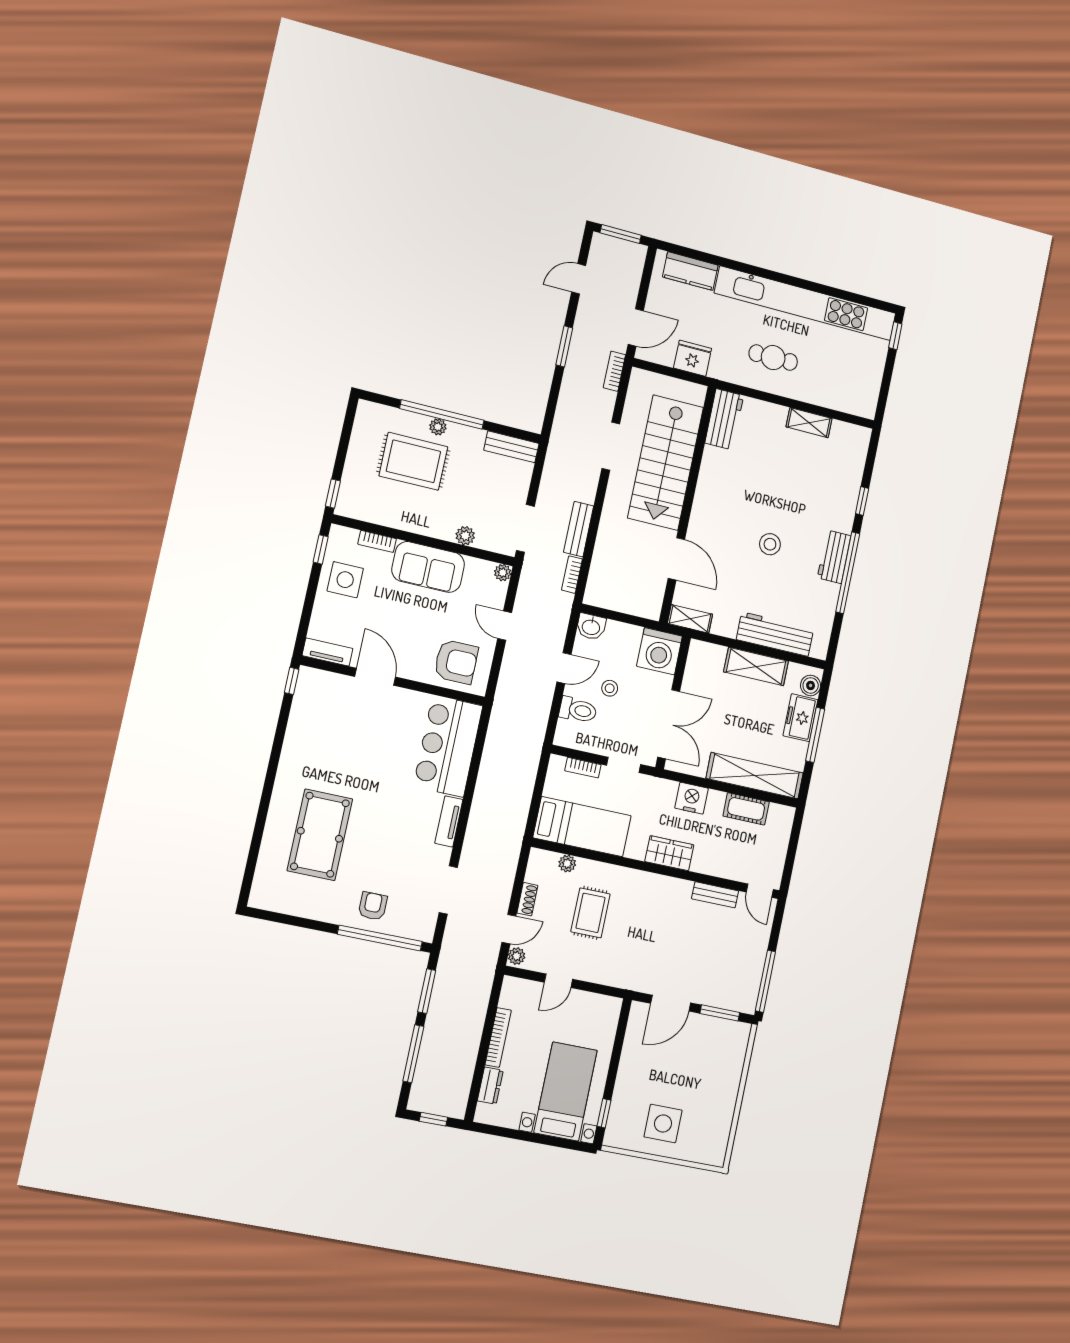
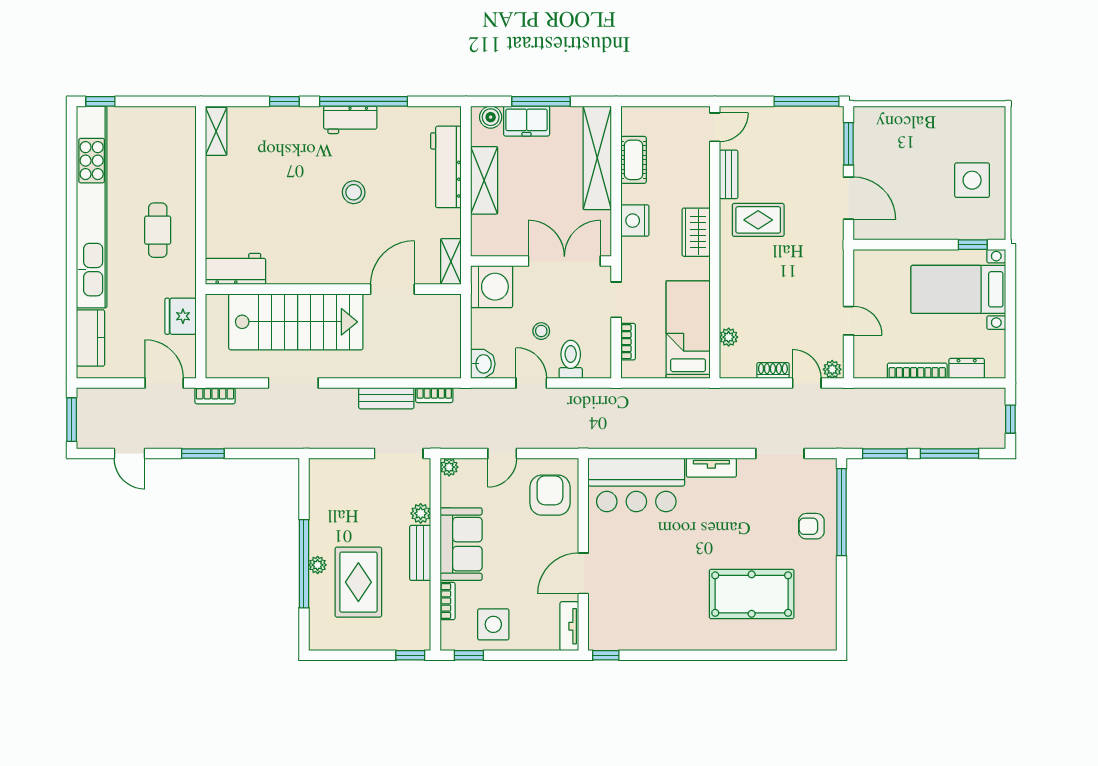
shelving: (809, 423) -> (216, 131), moved
bench: (511, 447) -> (420, 553), moved
rug: (590, 913) -> (758, 220), moved

